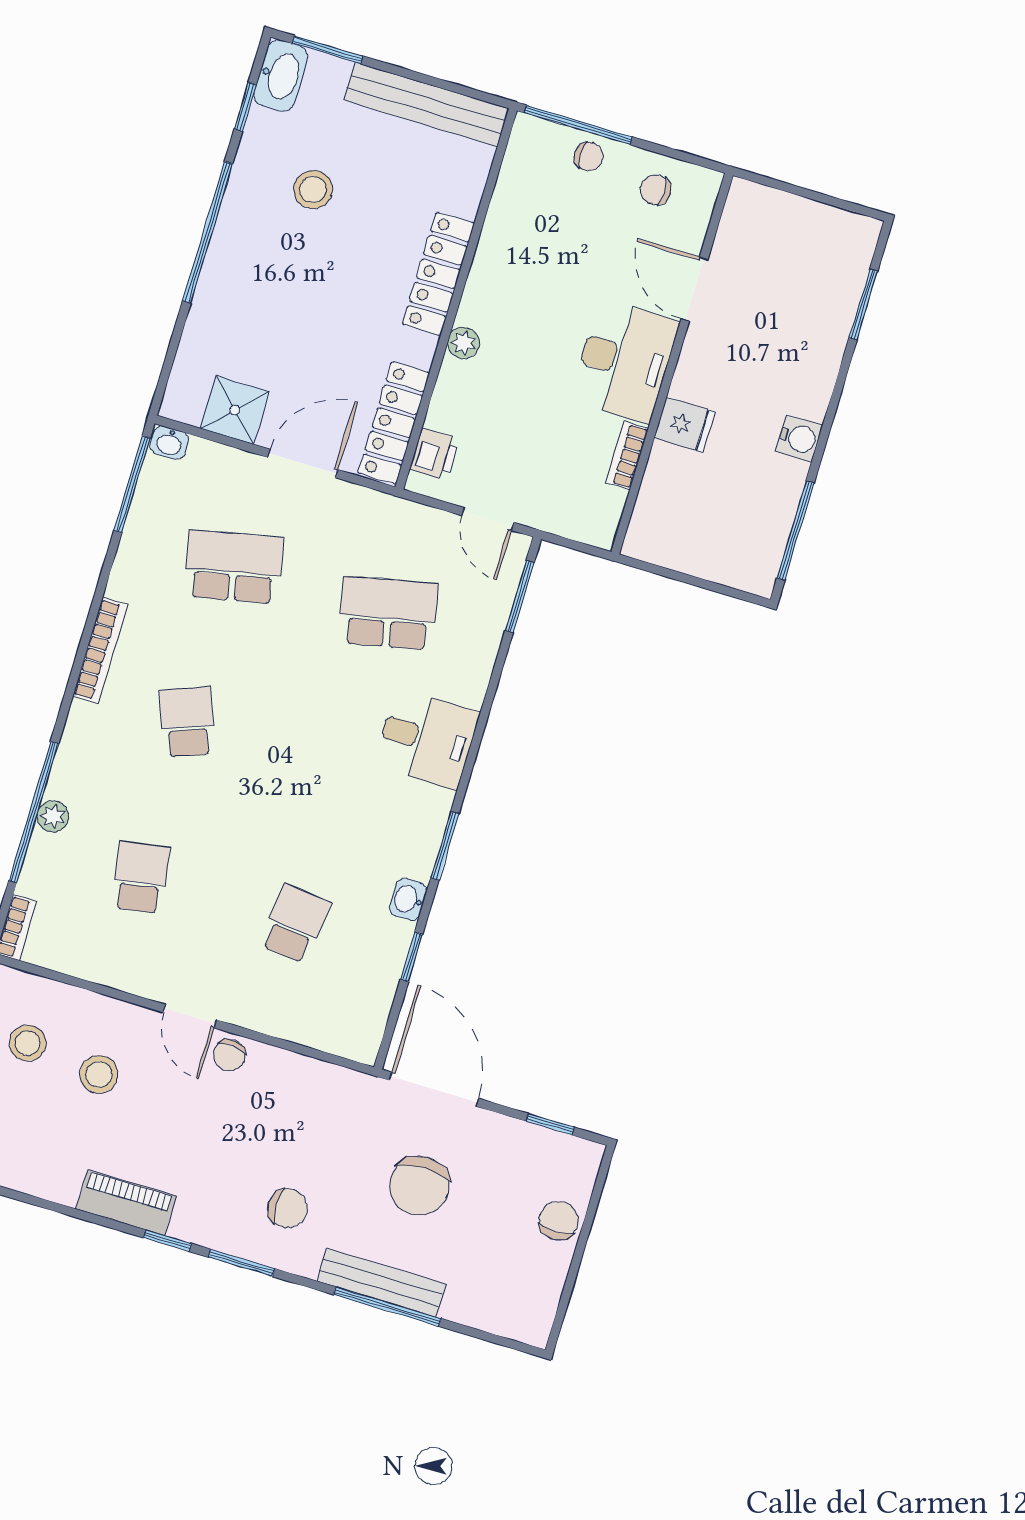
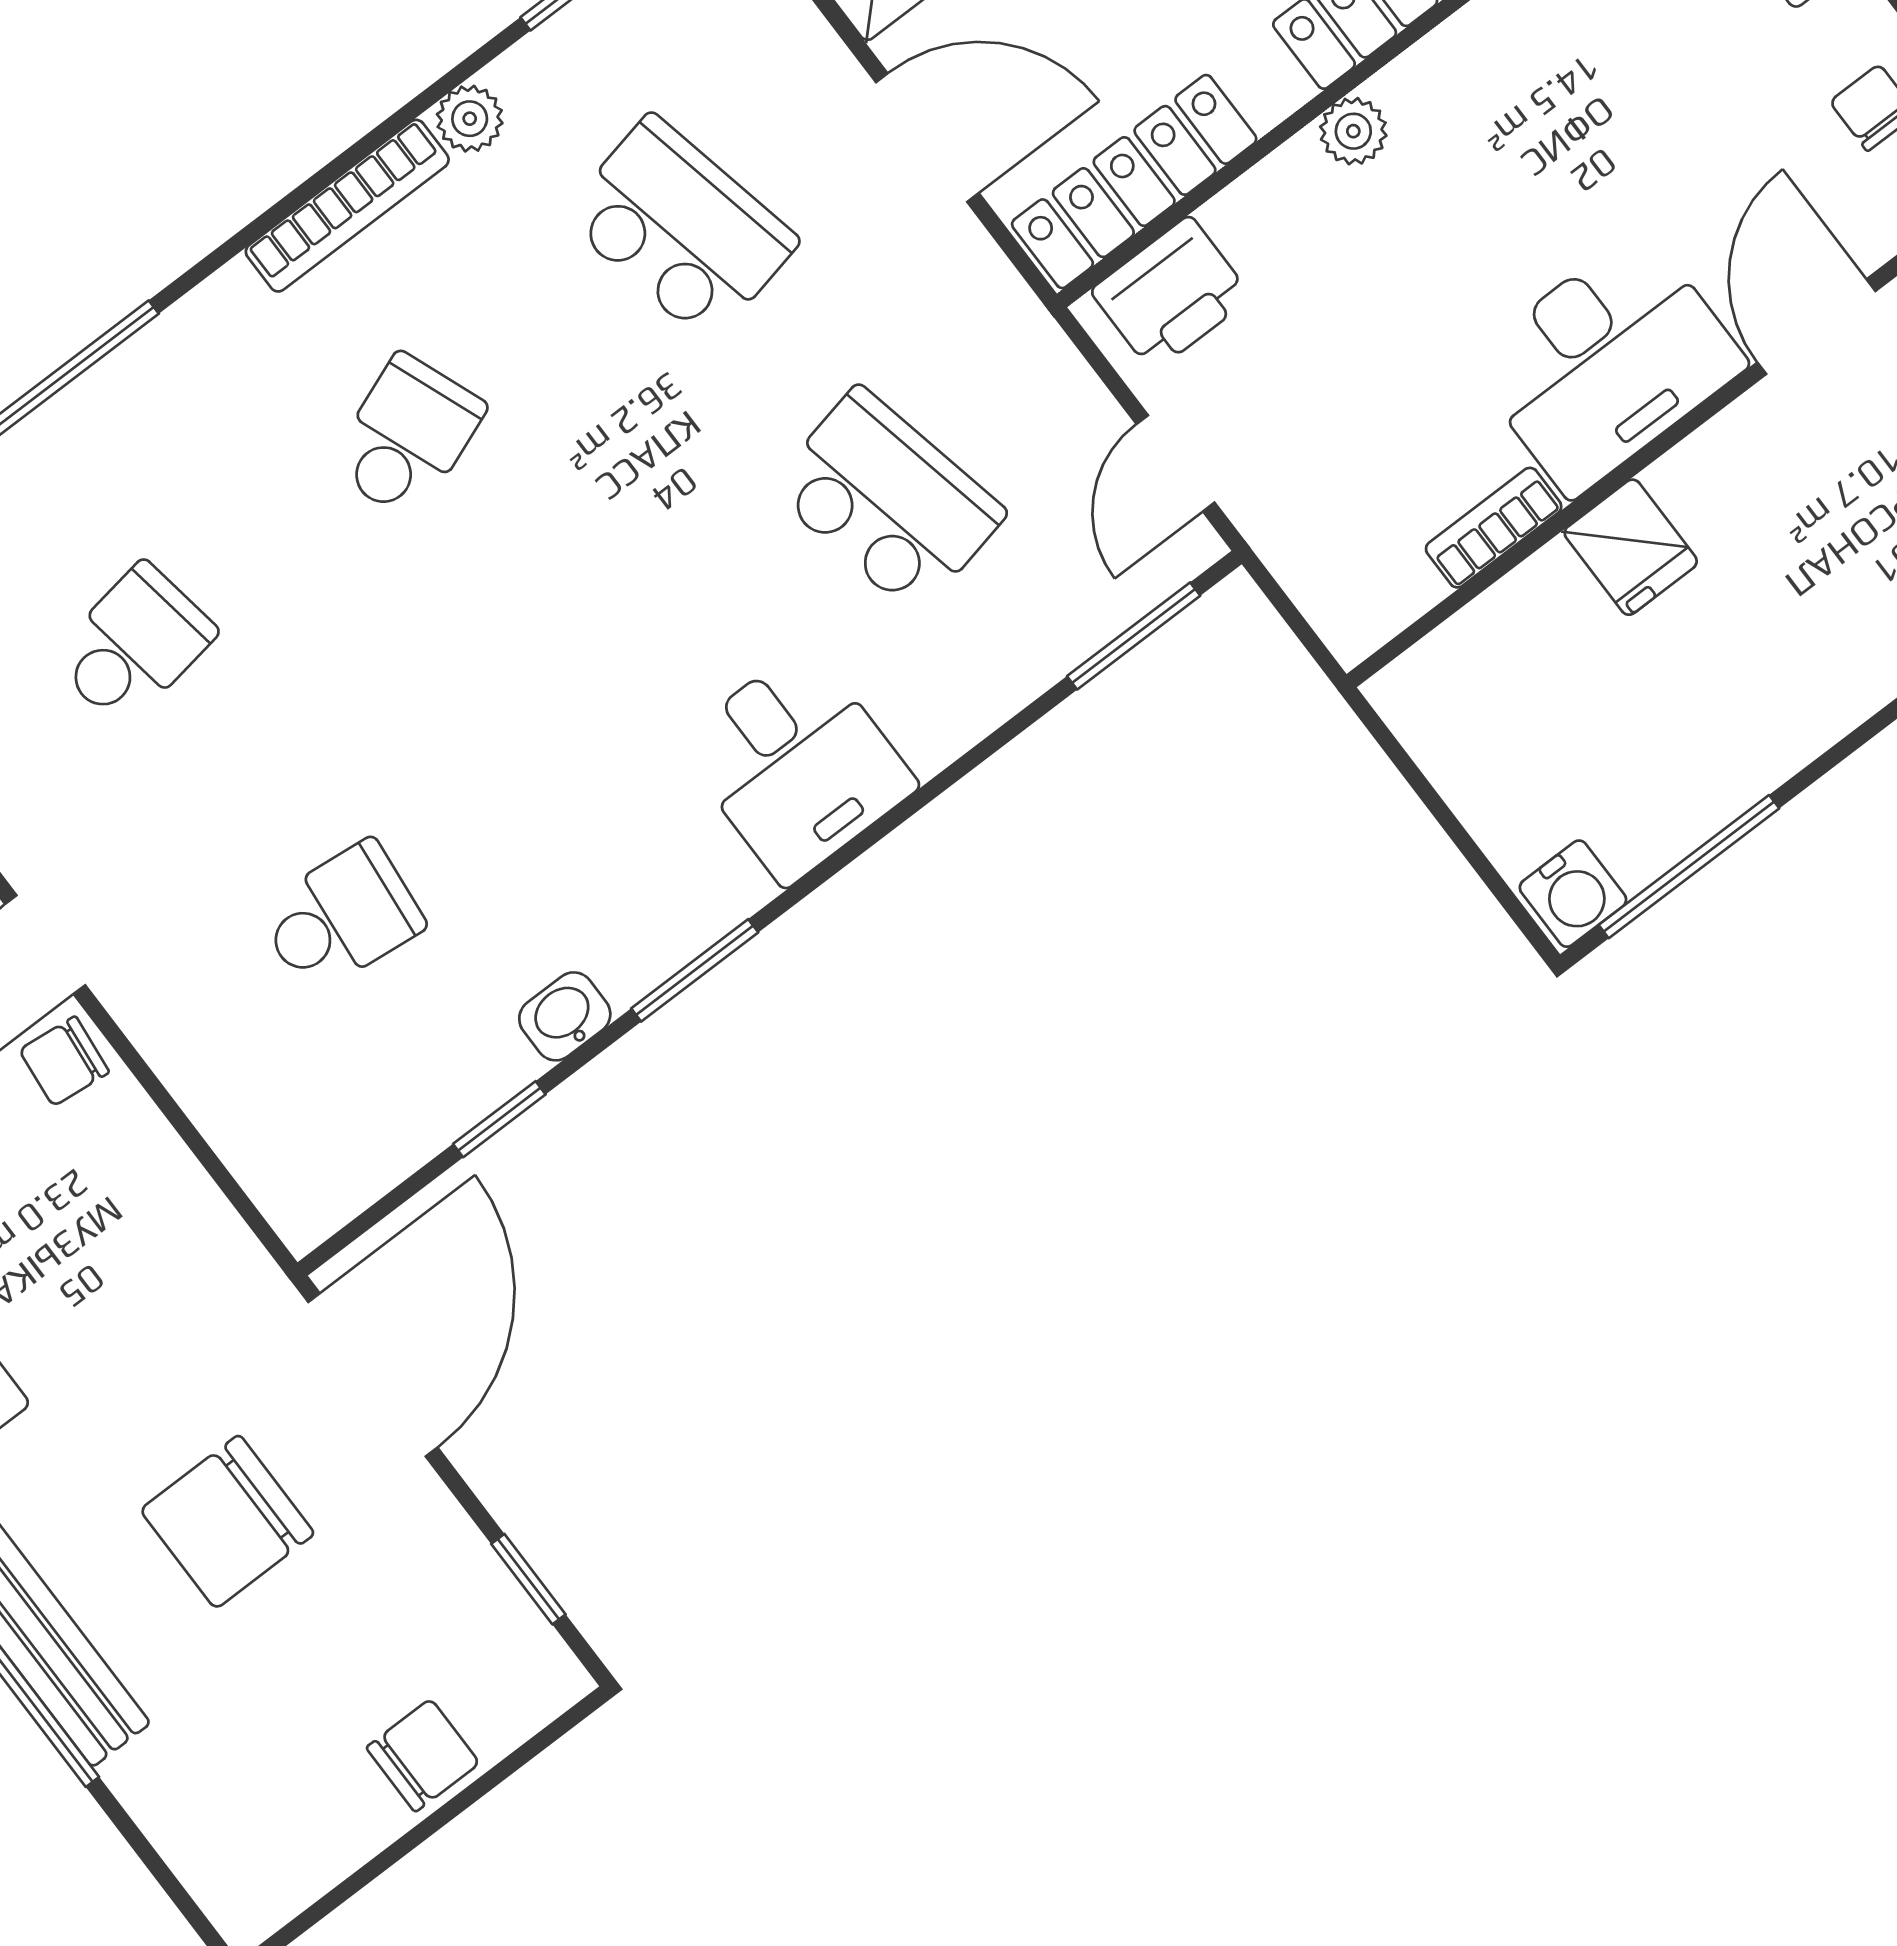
water cooler: (799, 438) -> (1573, 894), moved
printer: (435, 454) -> (1171, 294), width x1.36, depth x1.24
plant: (53, 816) -> (470, 119), moved

